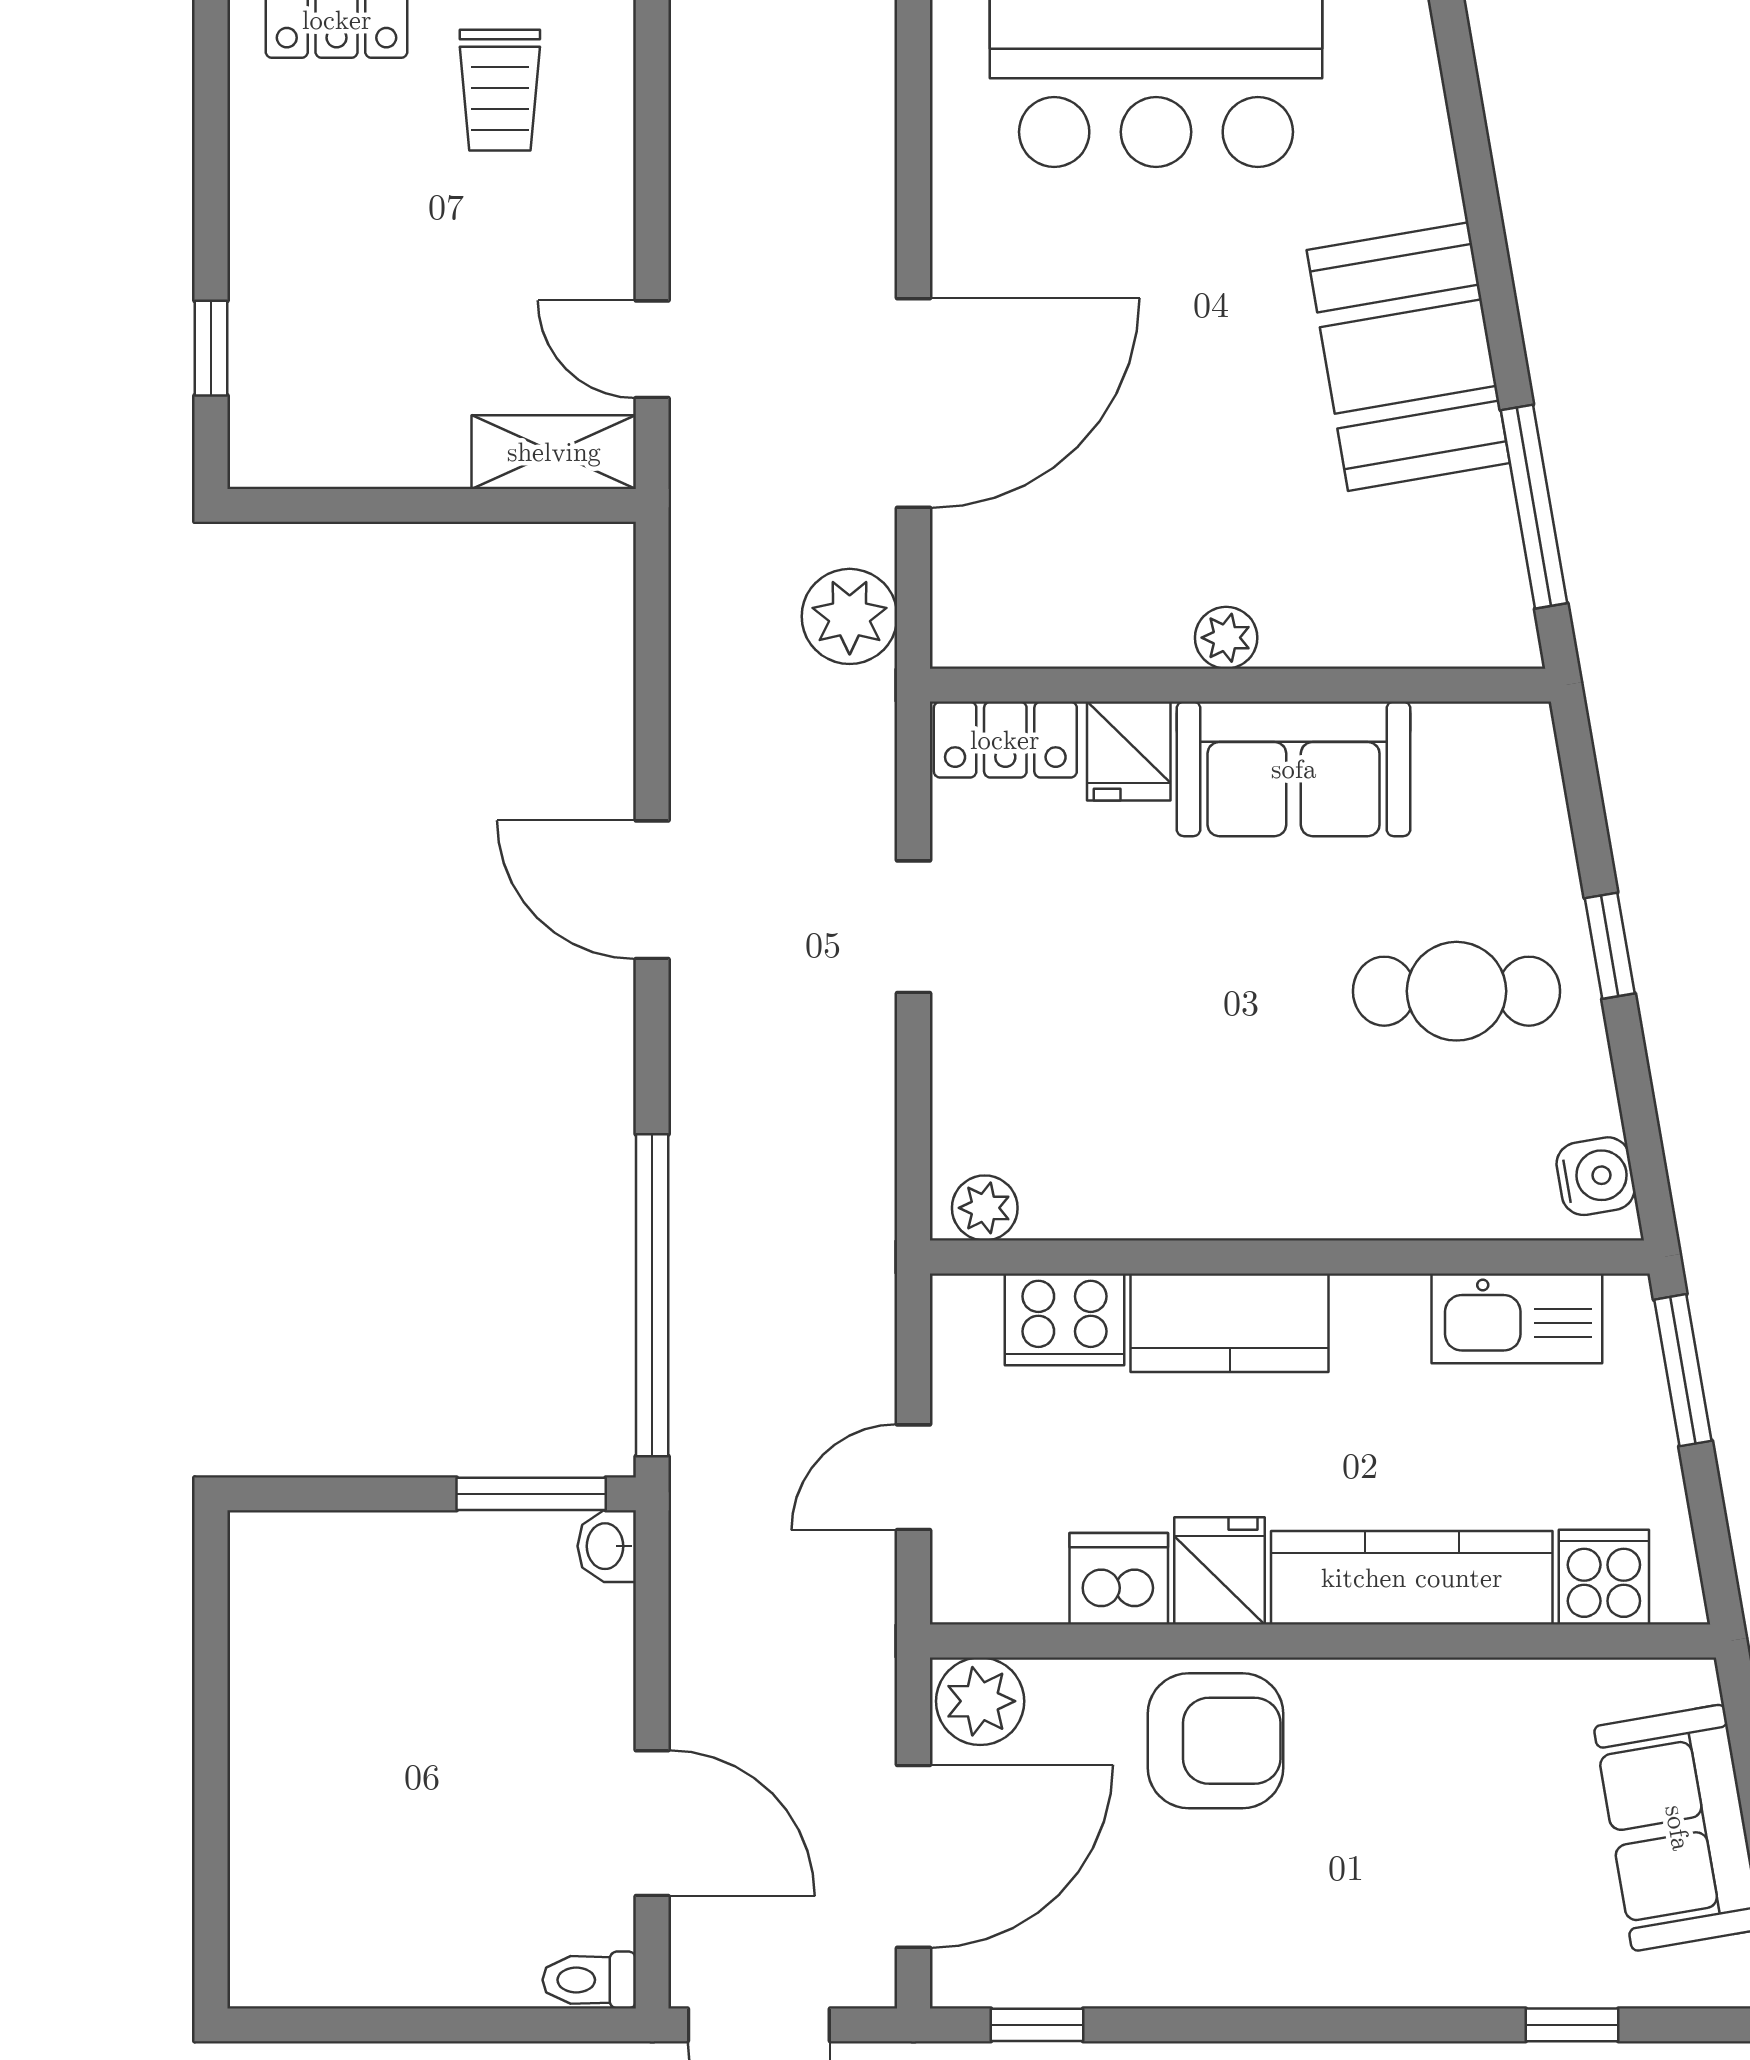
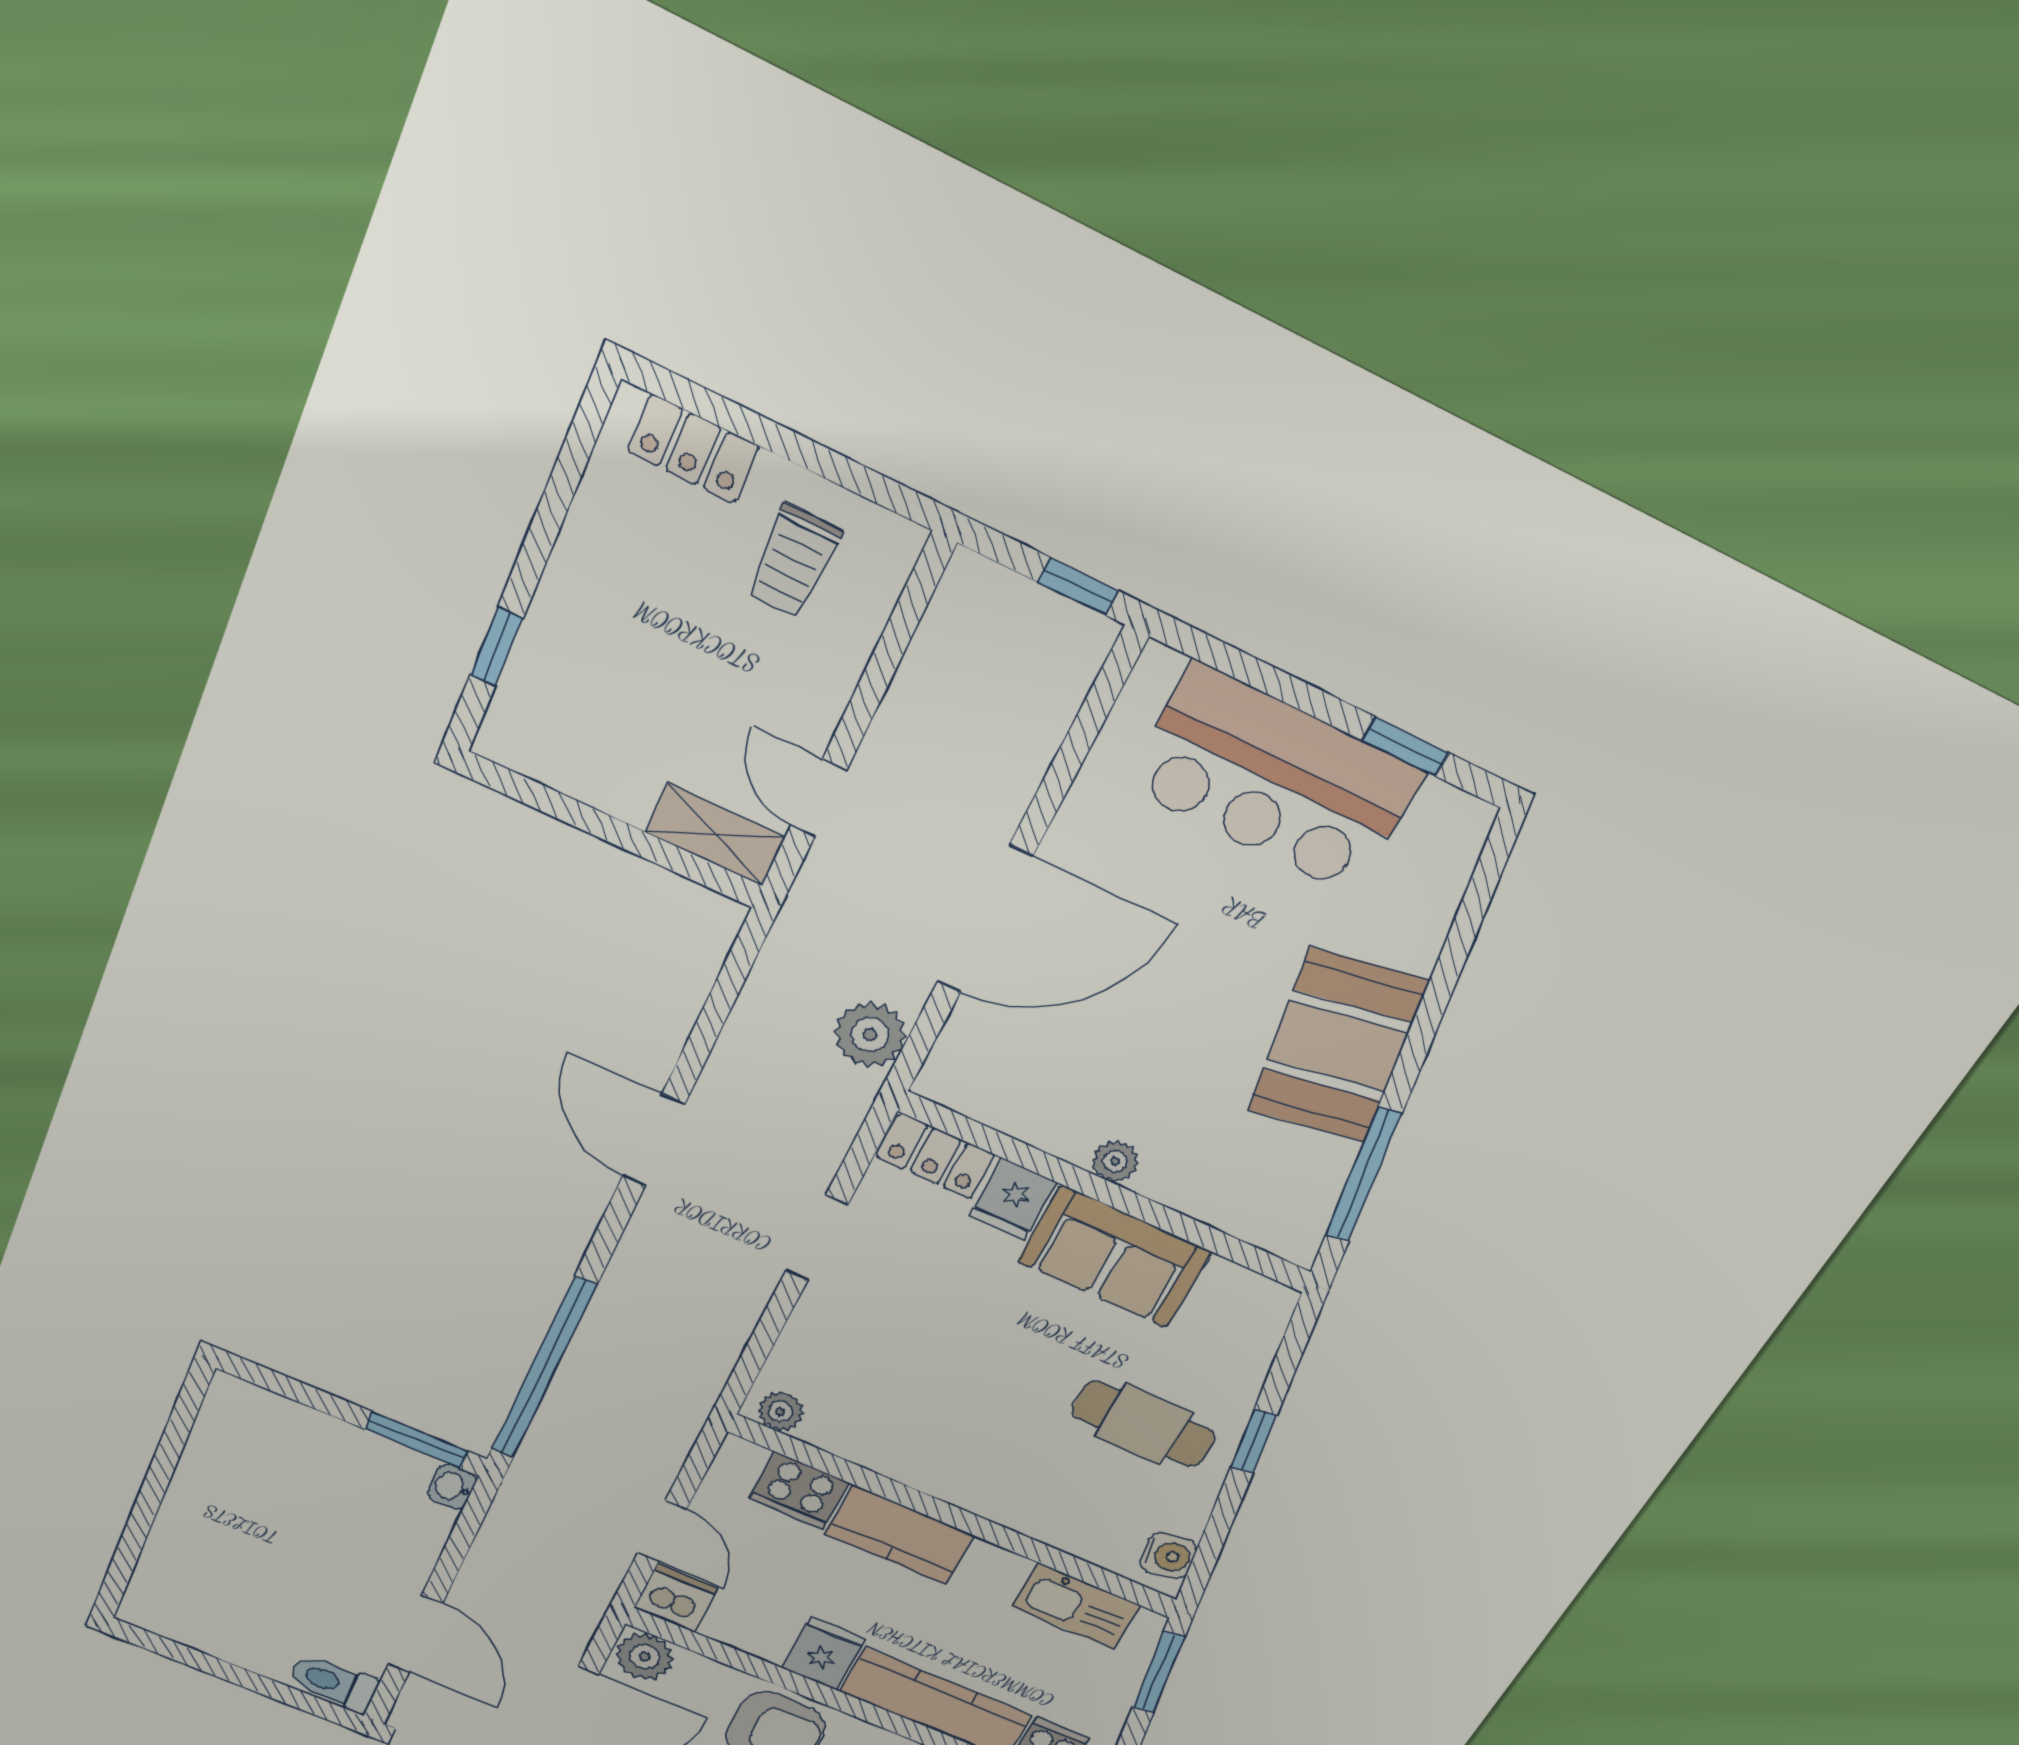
door: (914, 1477) -> (662, 1531), swing flipped
dishwasher: (1119, 1579) -> (676, 1598), moved
toilet: (589, 1980) -> (333, 1683), width x1.37, depth x1.39

